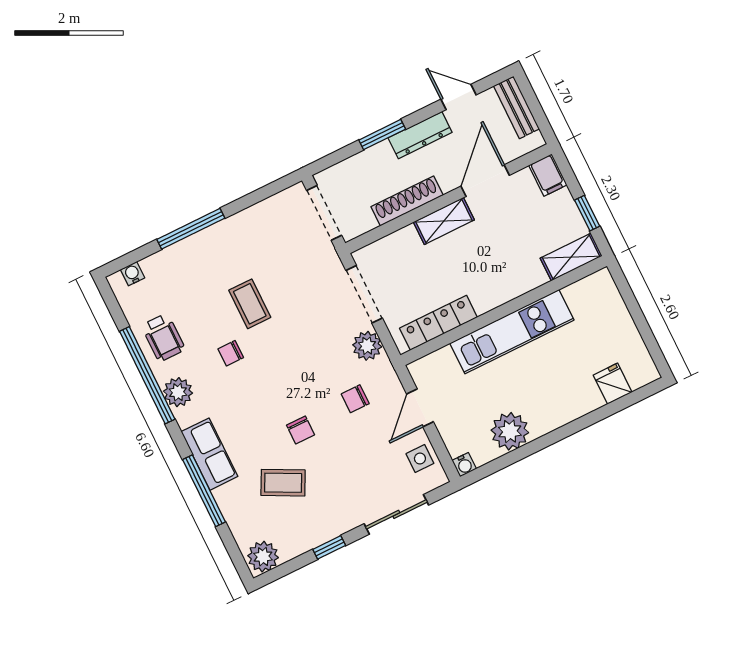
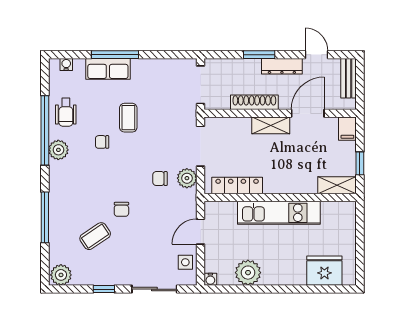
fridge: (613, 384) -> (324, 271), width x1.88, depth x1.34
chair: (355, 399) -> (160, 179), moved
row of seats: (209, 454) -> (108, 69), moved, turned 90
coffee table: (283, 483) -> (95, 236), turned -61

